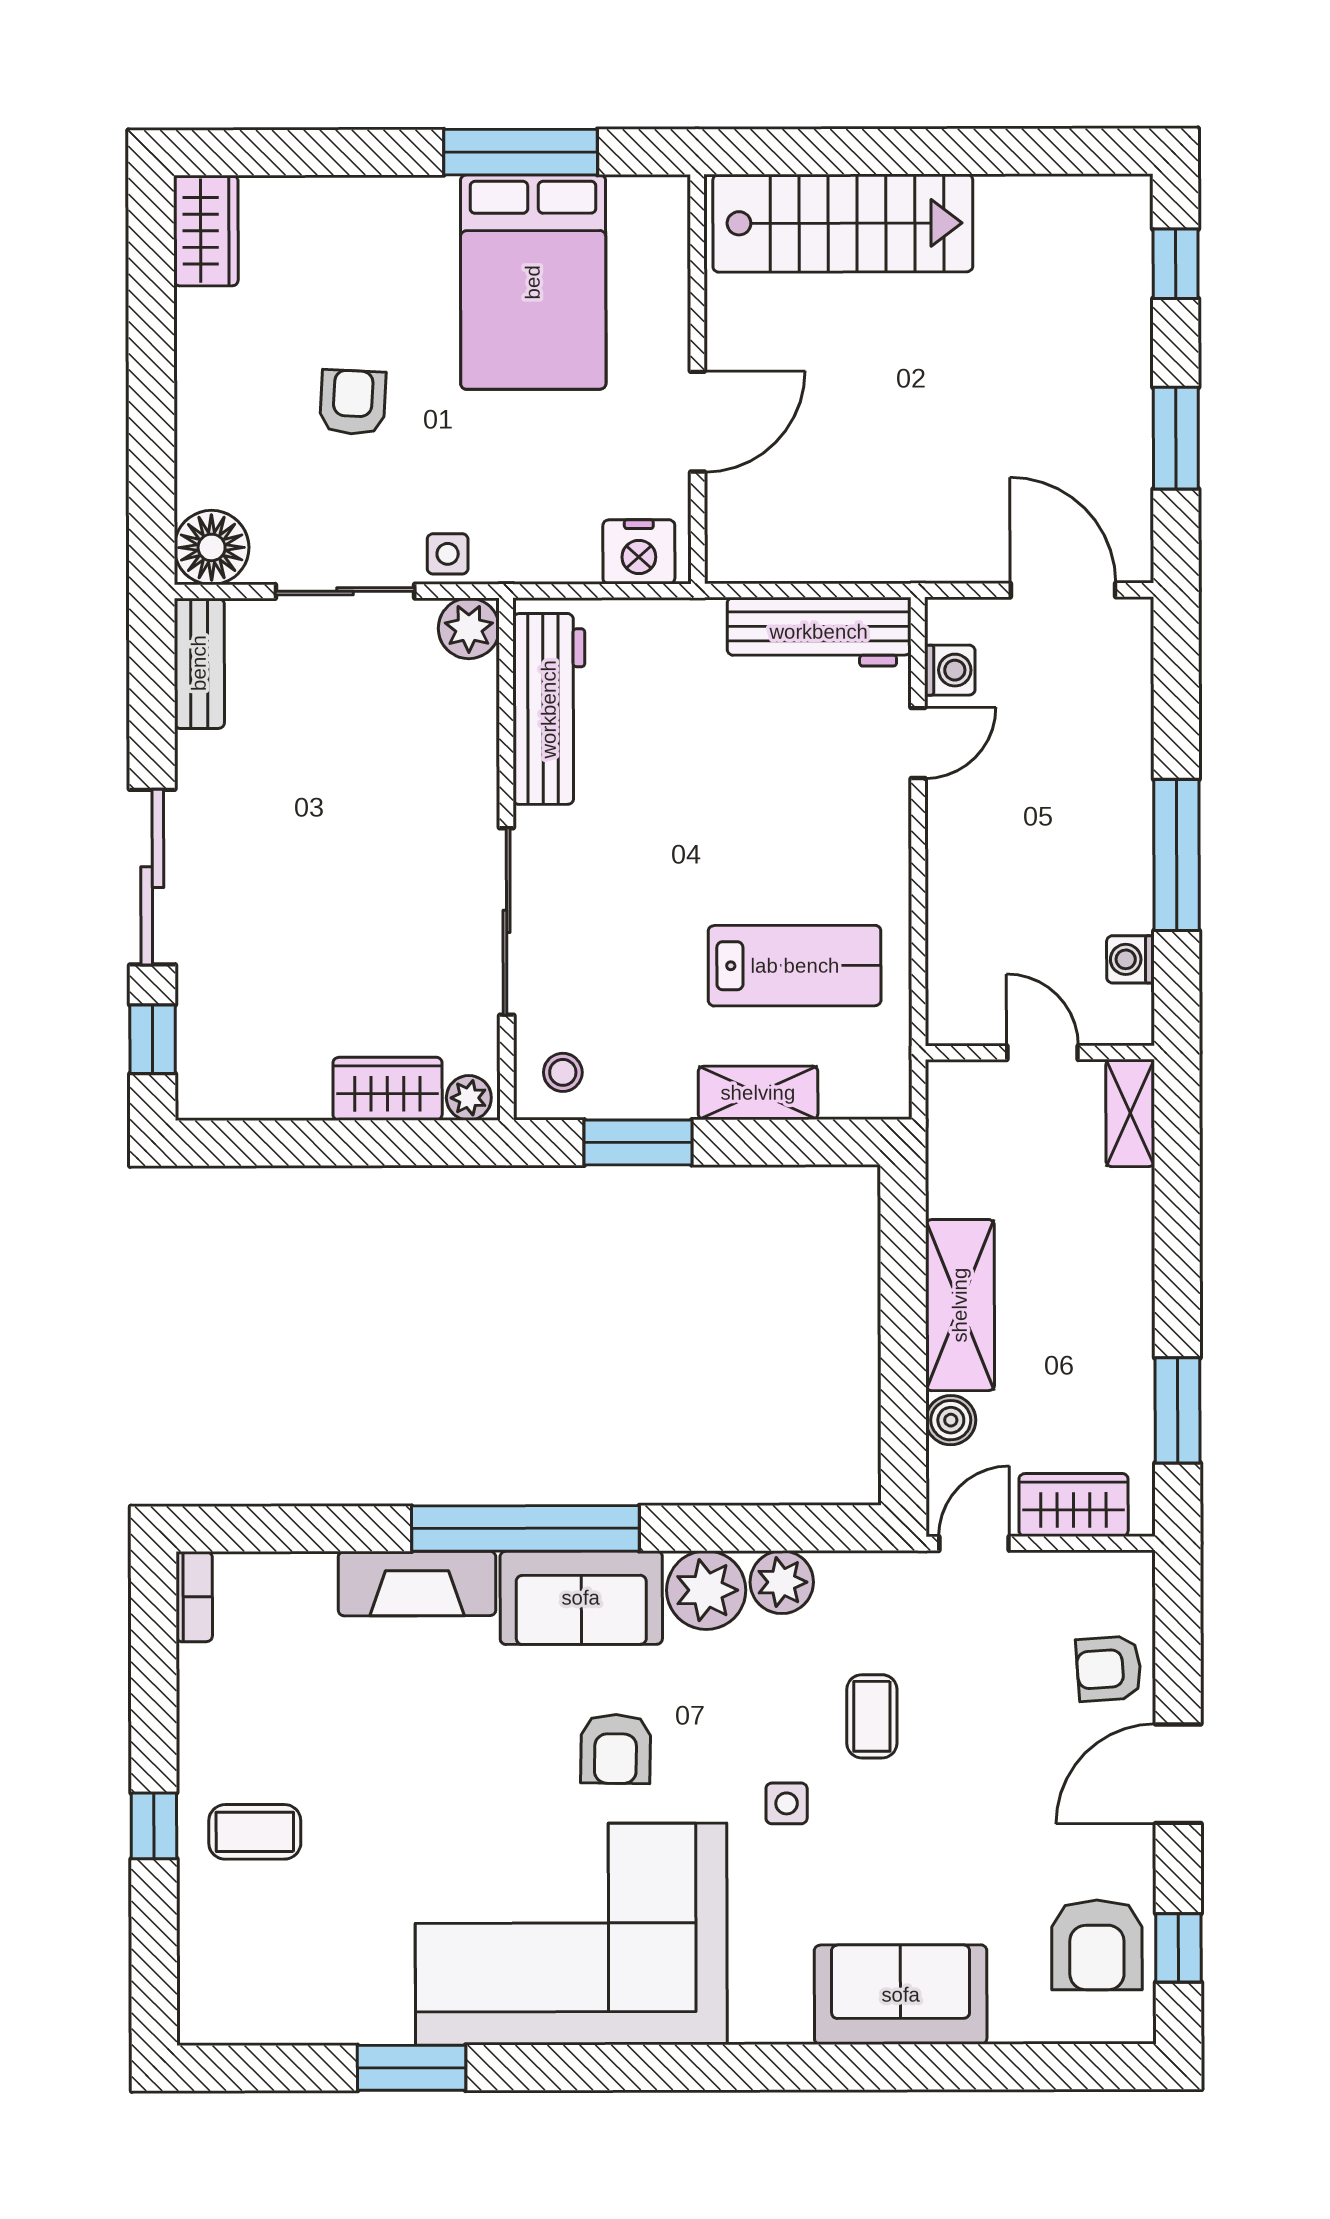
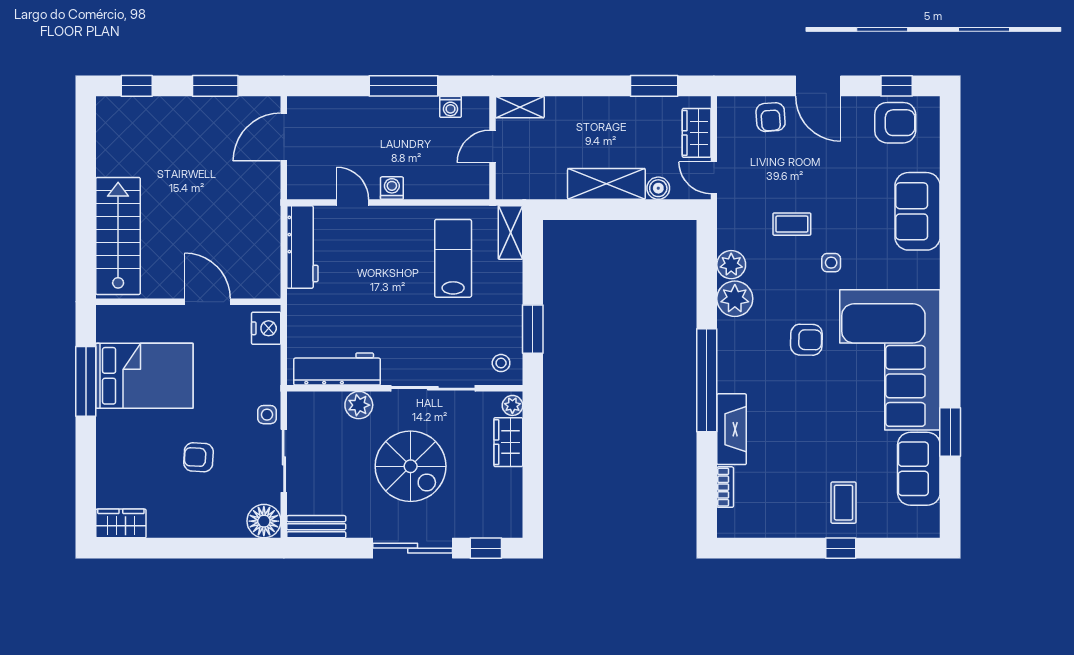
plant: (469, 628) -> (359, 405), moved
washing machine: (950, 670) -> (392, 188), moved
spiral stairs: (334, 872) -> (411, 466), added
shelving: (758, 1093) -> (510, 232), moved
bookcase: (194, 1597) -> (725, 487), moved, turned 90
sofa: (581, 1598) -> (919, 469), moved, turned 180

